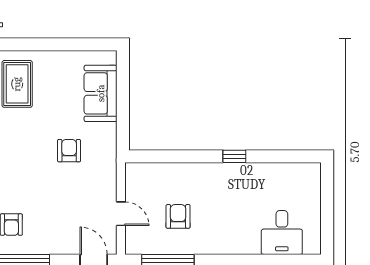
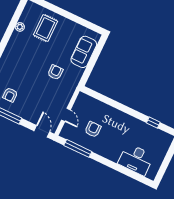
window: (234, 156) -> (153, 123), moved
desk: (282, 233) -> (136, 159), width x1.37

